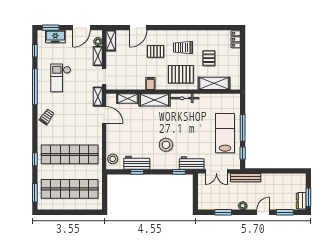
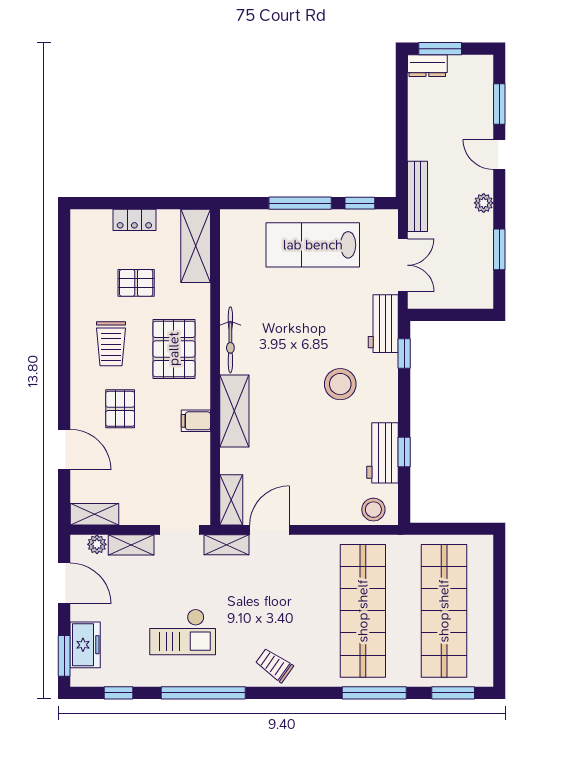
locker: (236, 39) -> (134, 220), moved
shelving: (214, 83) -> (196, 246), moved
shelving: (128, 99) -> (231, 500), moved
window: (35, 159) -> (374, 693), width x2.17
window: (308, 197) -> (440, 49), moved
dresser: (301, 201) -> (427, 66), moved

